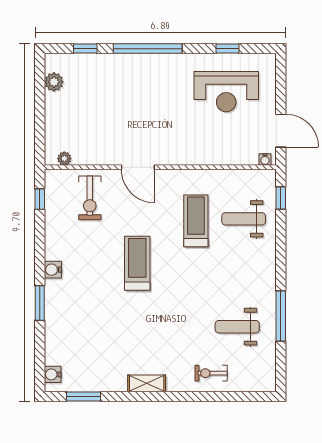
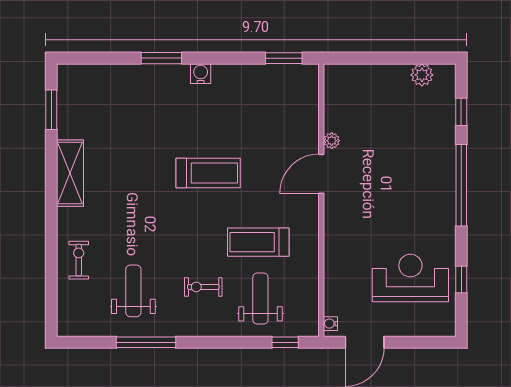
reception desk: (226, 92) -> (410, 278), turned 90
plant: (64, 159) -> (332, 141), moved
exercise bike: (90, 198) -> (203, 287), moved, width x0.73, depth x0.72
window: (40, 199) -> (284, 58), width x1.50
treadmill: (196, 221) -> (258, 242), turned 180
water cooler: (53, 374) -> (77, 73), removed
shelving: (147, 383) -> (70, 173), width x1.50, depth x1.33

